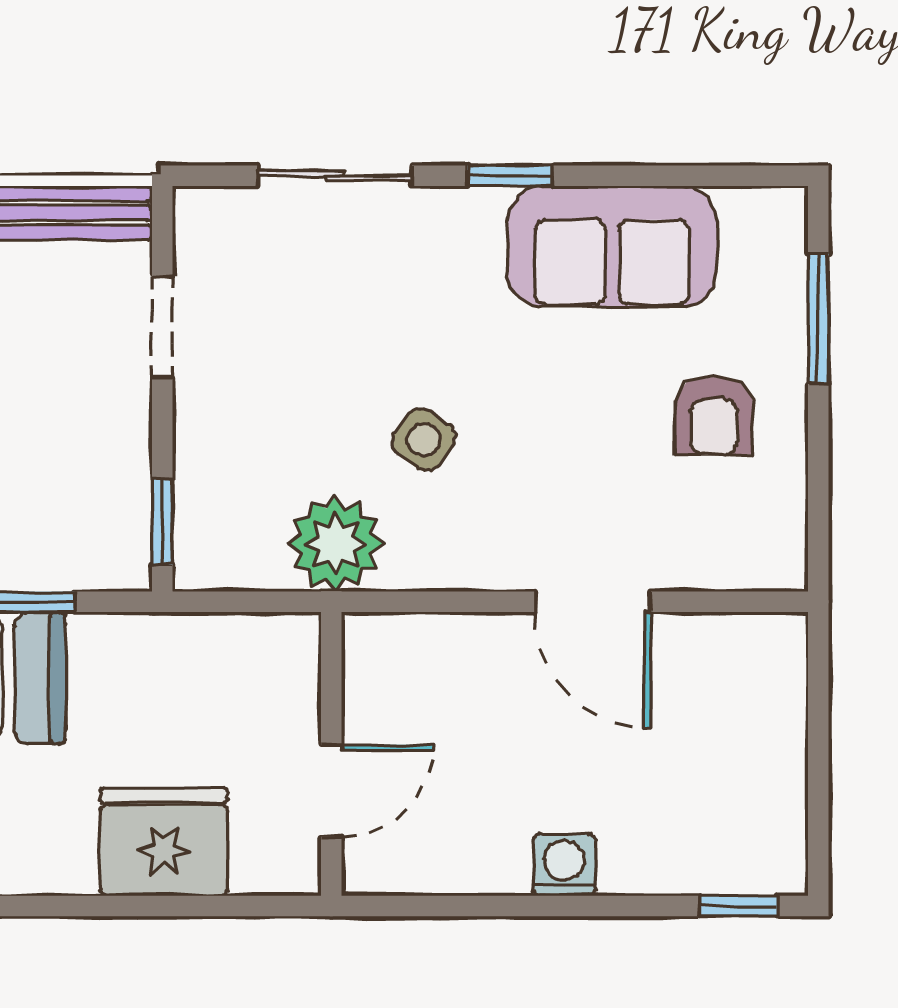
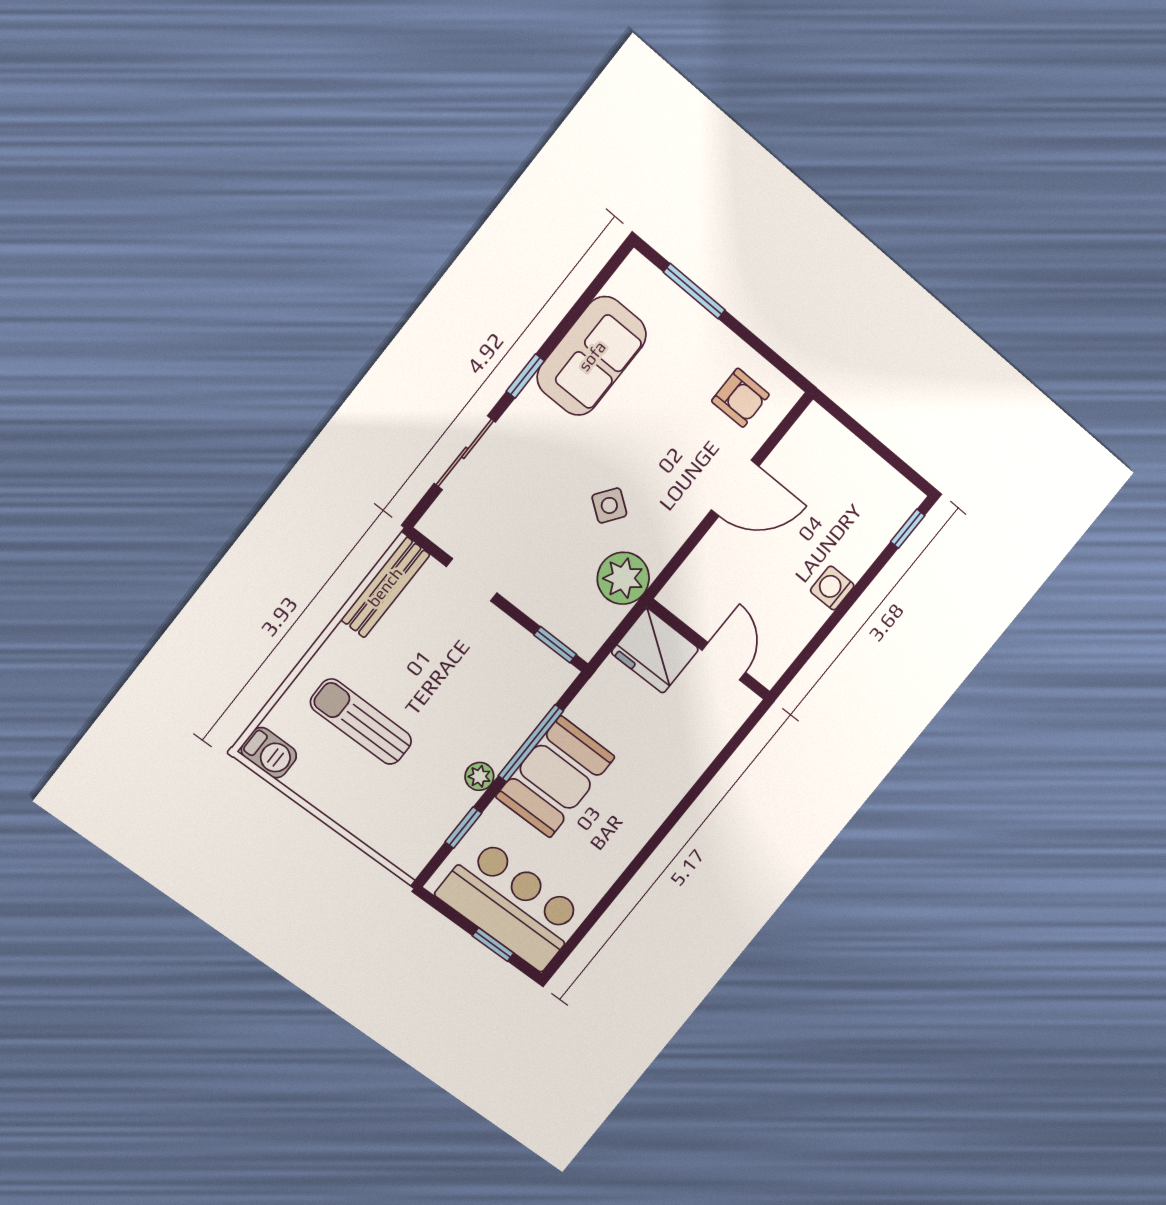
armchair: (714, 416) -> (740, 398), moved
fridge: (164, 842) -> (655, 651), moved, turned -90

